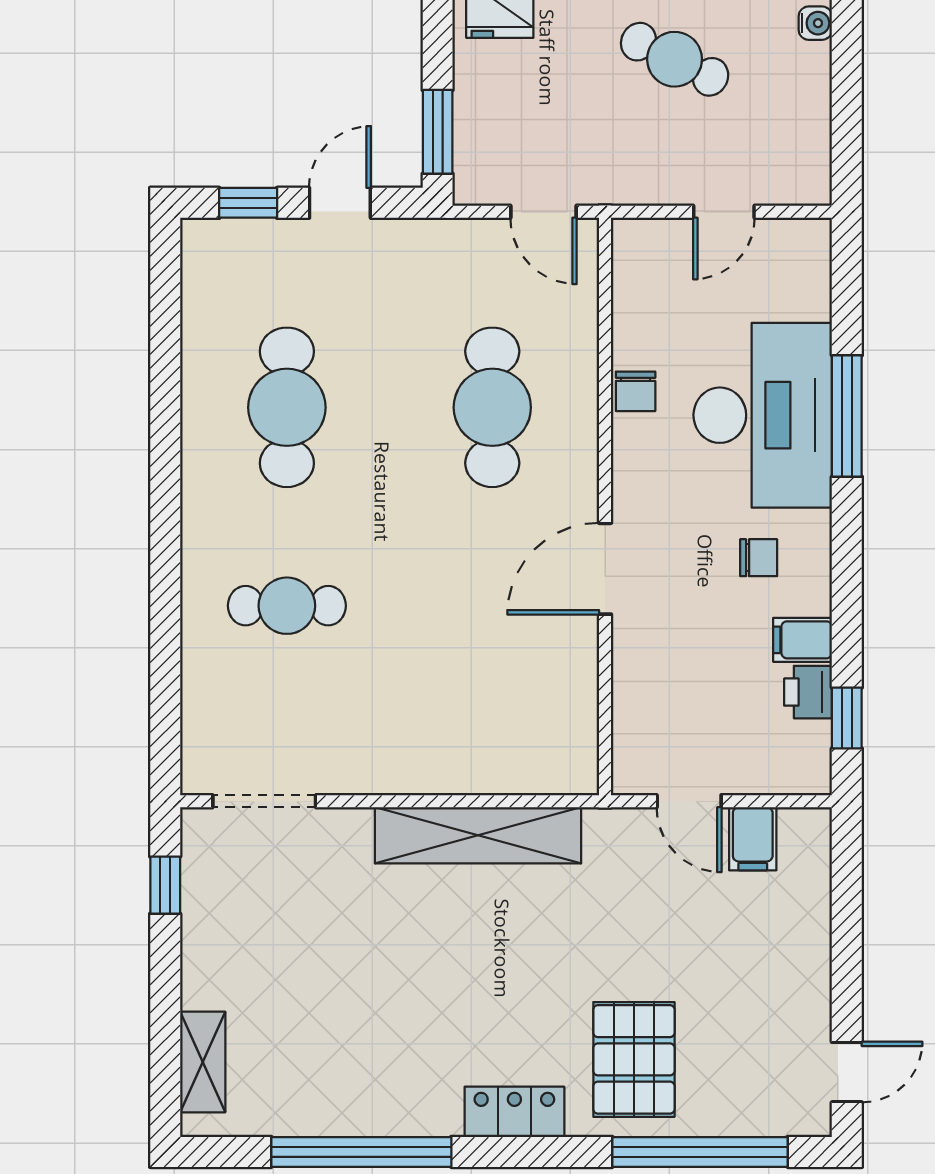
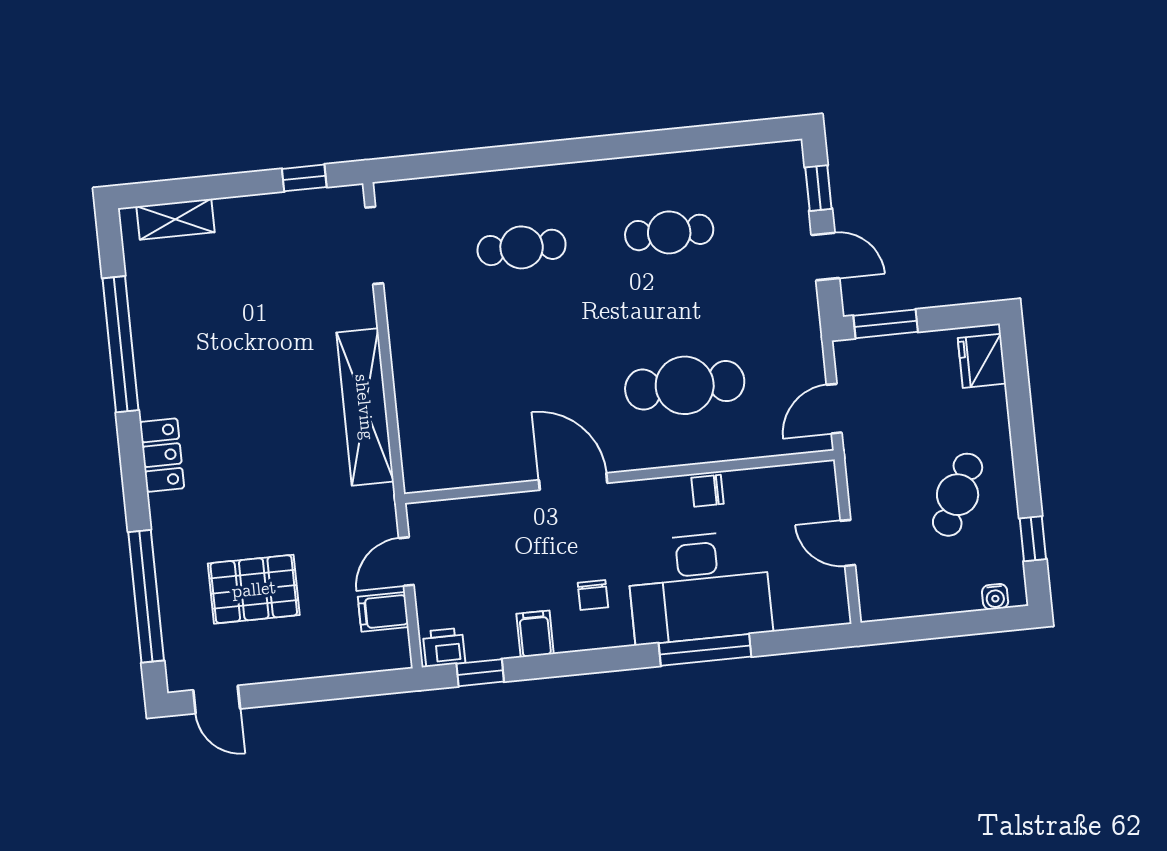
cafe table: (287, 407) -> (669, 232), width x0.73, depth x0.74
cafe table: (287, 606) -> (522, 247), turned 90
printer: (808, 692) -> (444, 647), moved
pallet: (634, 1059) -> (254, 589), moved

